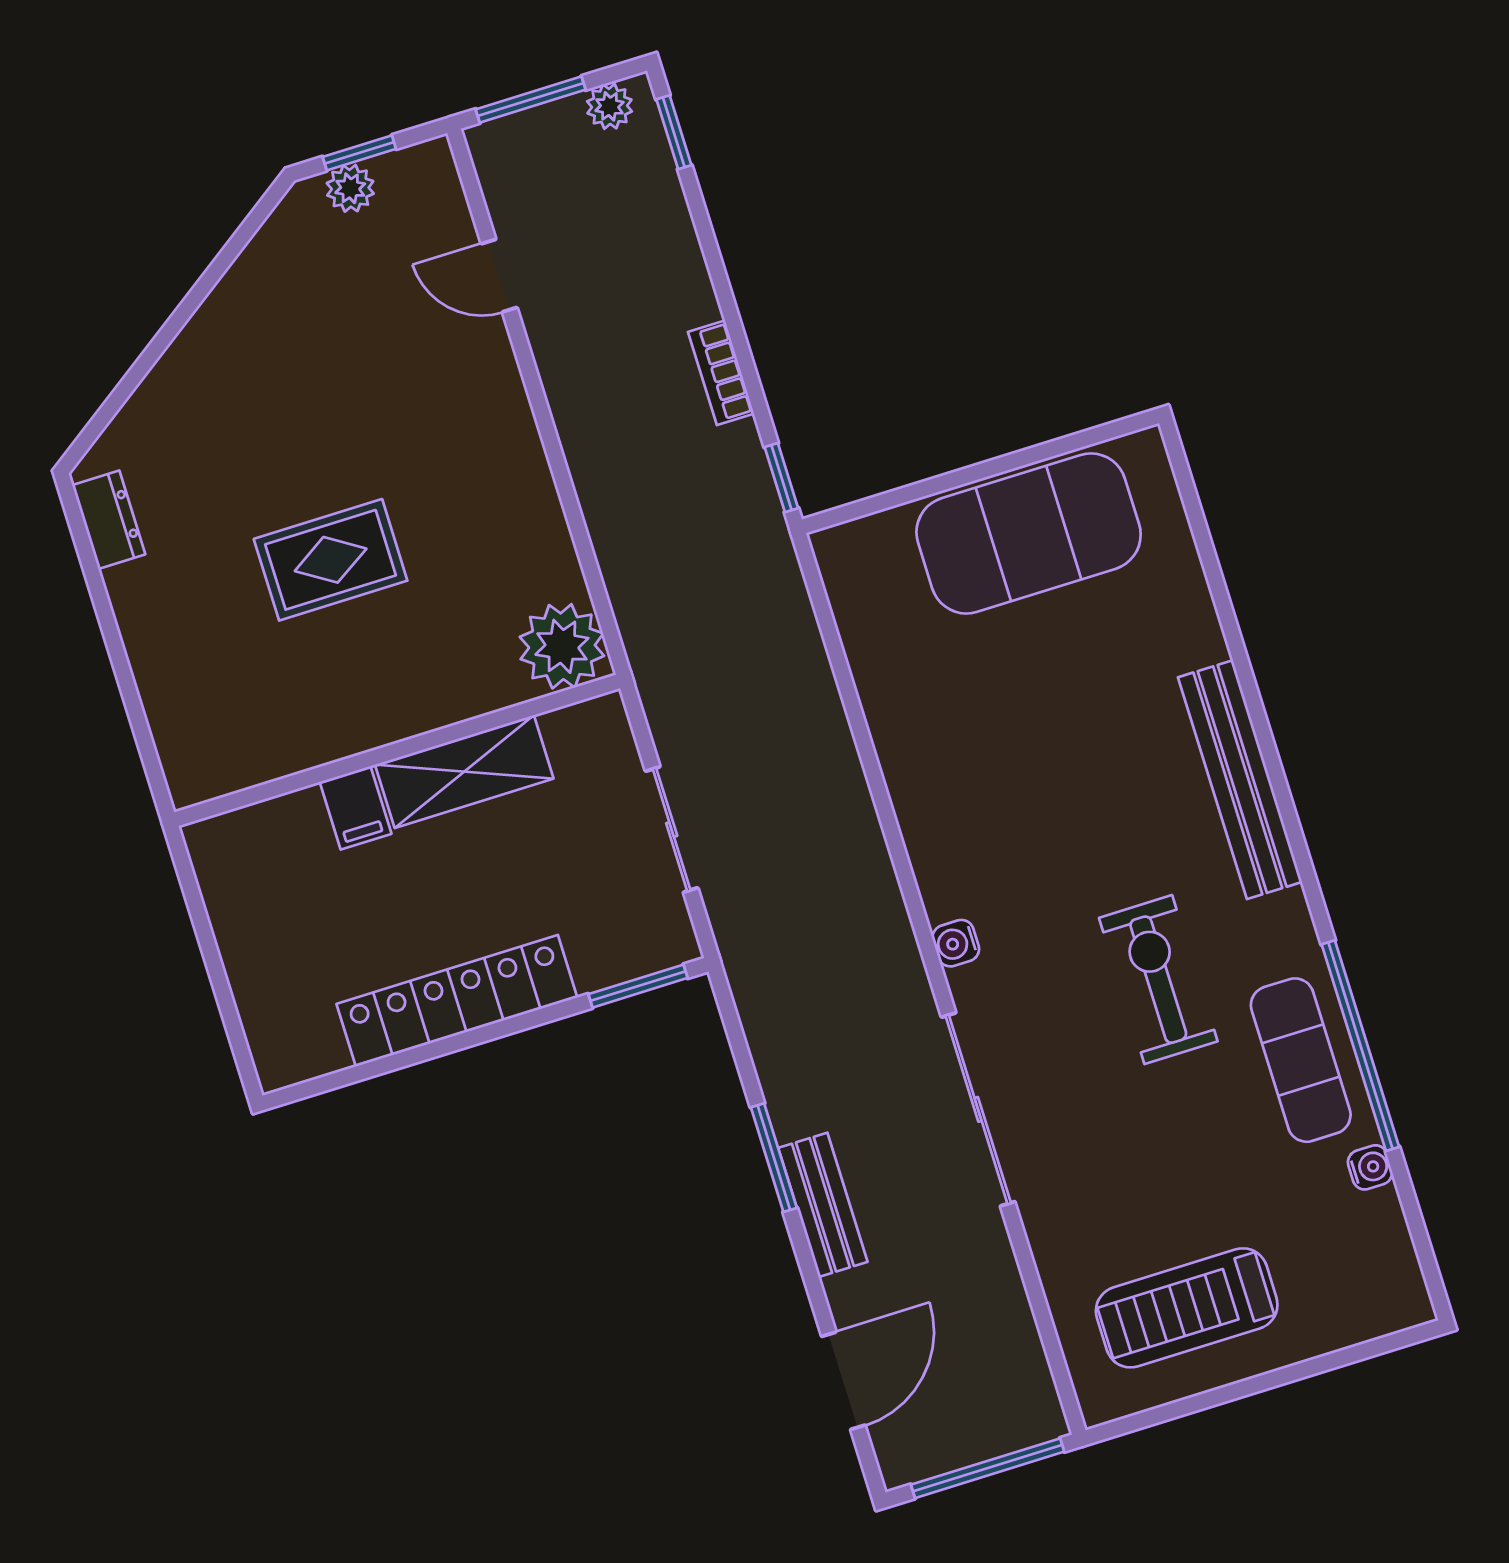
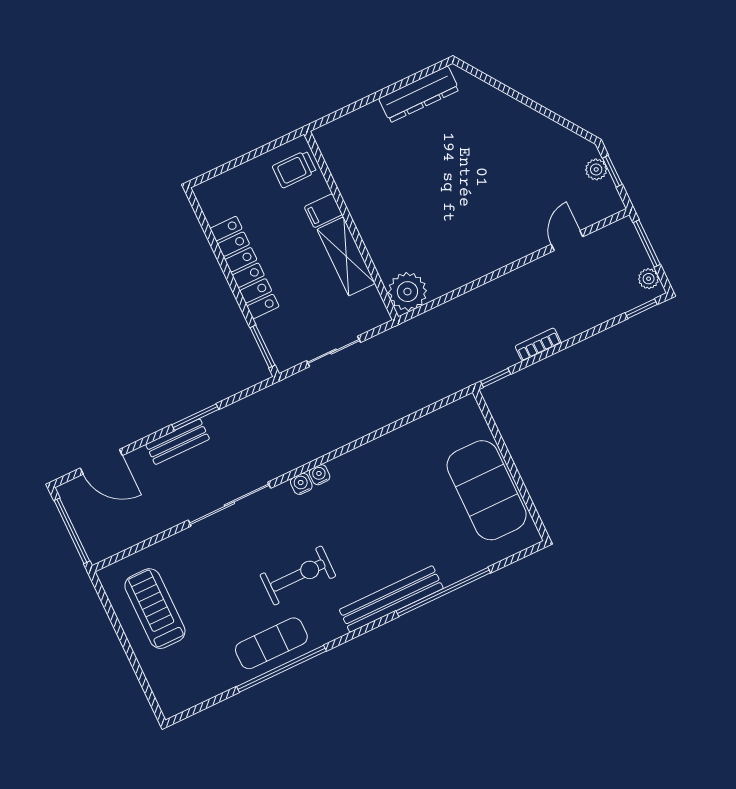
dresser: (109, 520) -> (419, 94), width x1.96, depth x1.24
rug: (331, 560) -> (431, 184), removed
window: (1241, 662) -> (443, 592), added
trolley: (254, 859) -> (294, 169), added
water cooler: (1370, 1167) -> (320, 475), moved, turned 180

